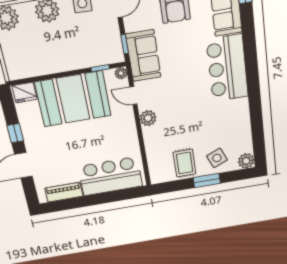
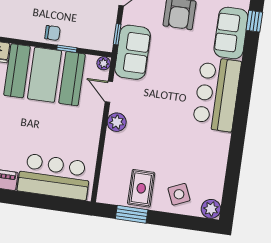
chair: (67, 61) -> (52, 33), added
window: (100, 68) -> (67, 49), moved
window: (207, 180) -> (132, 214), moved

